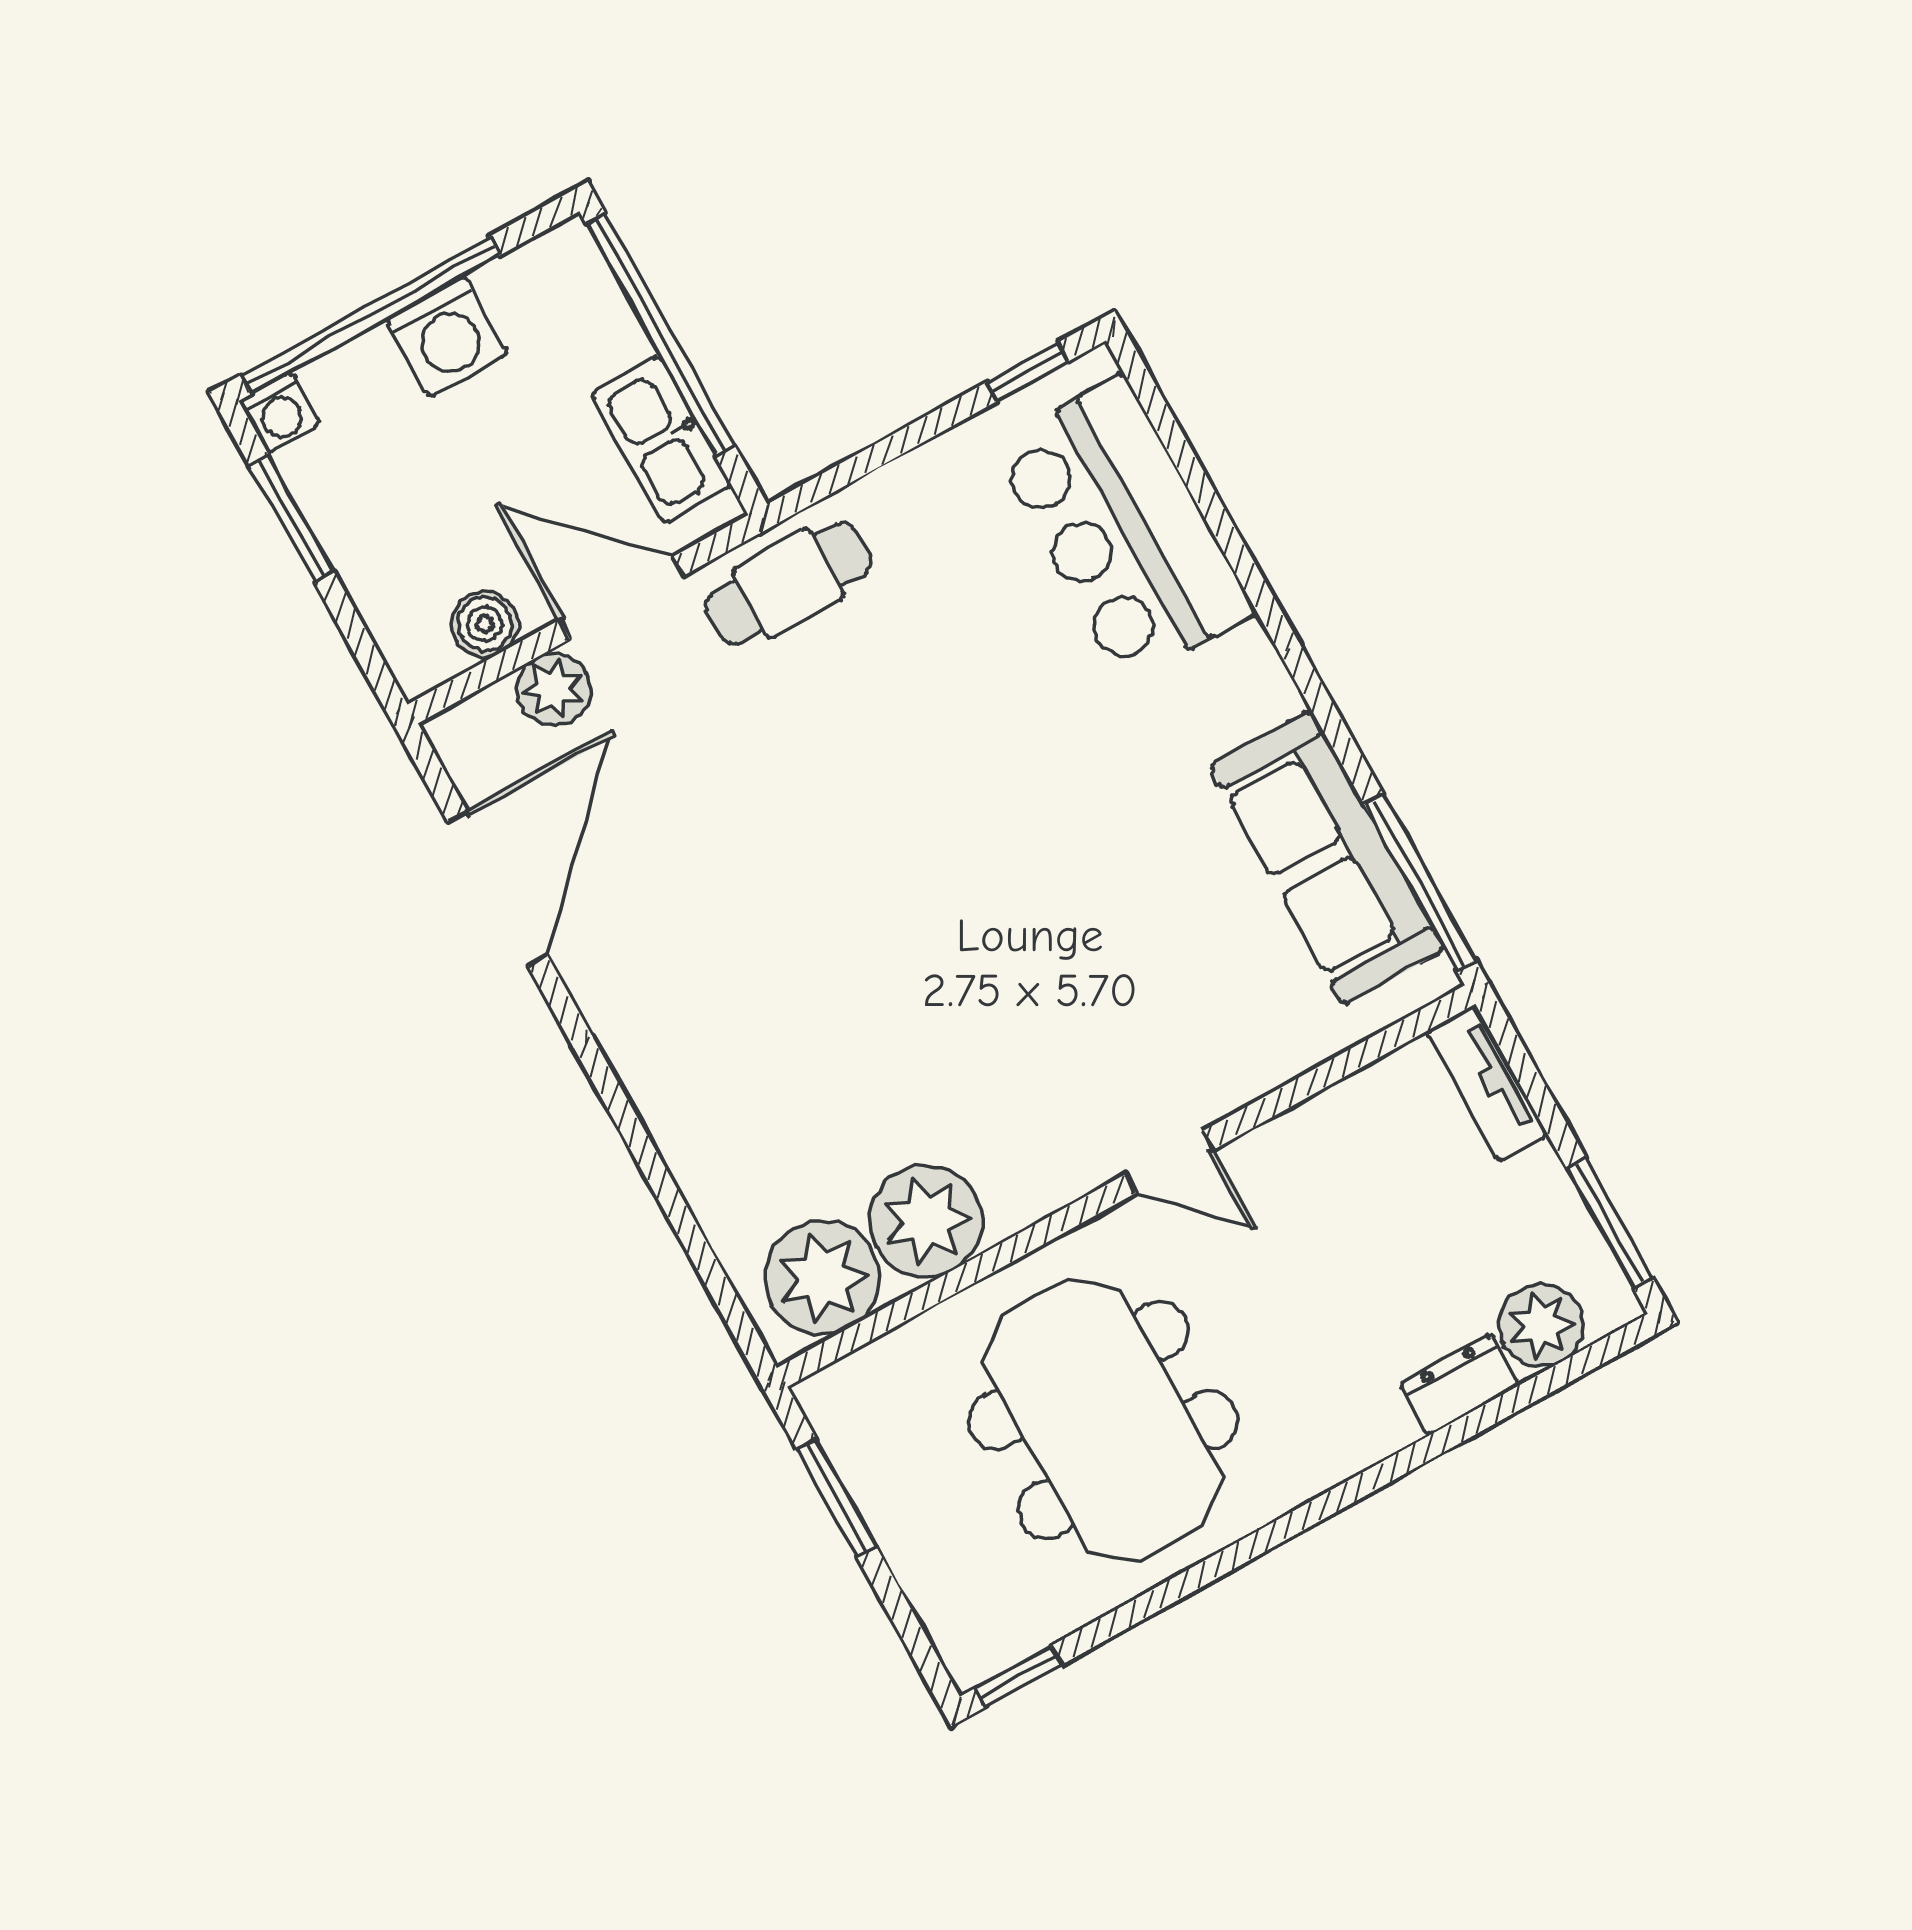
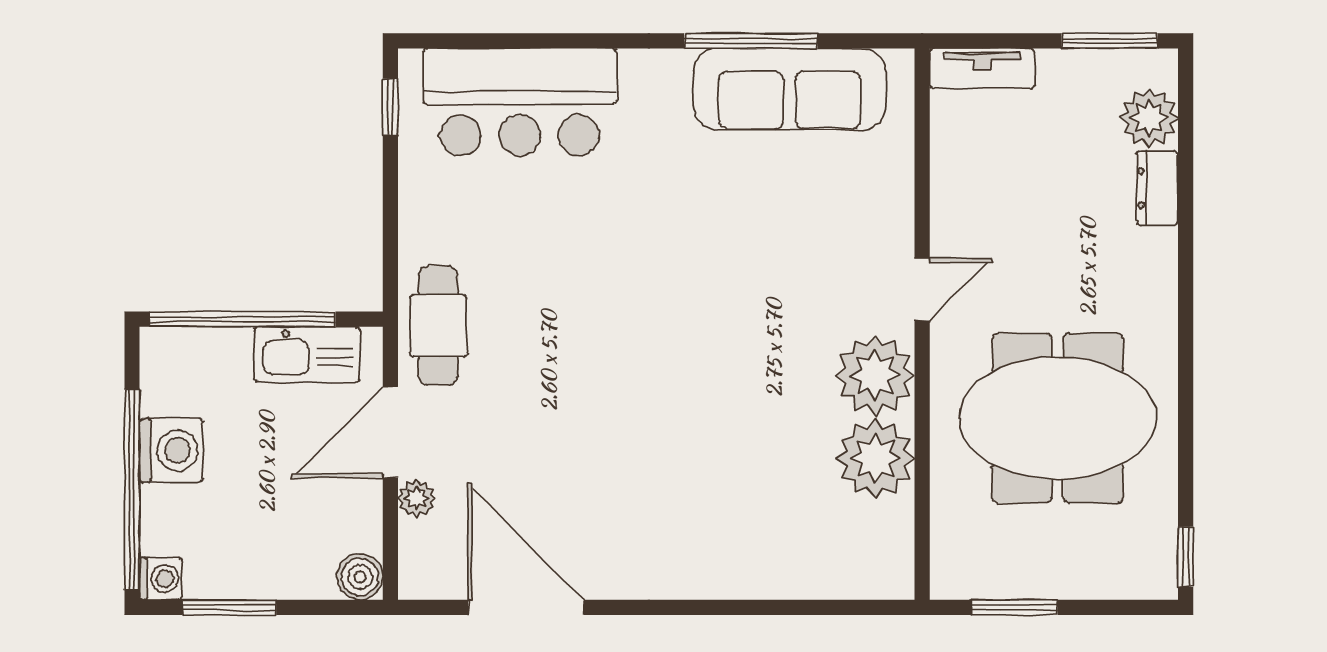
boiler: (485, 624) -> (360, 577), moved
plant: (554, 690) -> (416, 498), width x0.73, depth x0.73
window: (1420, 882) -> (751, 41), moved
plant: (822, 1278) -> (875, 375), moved

